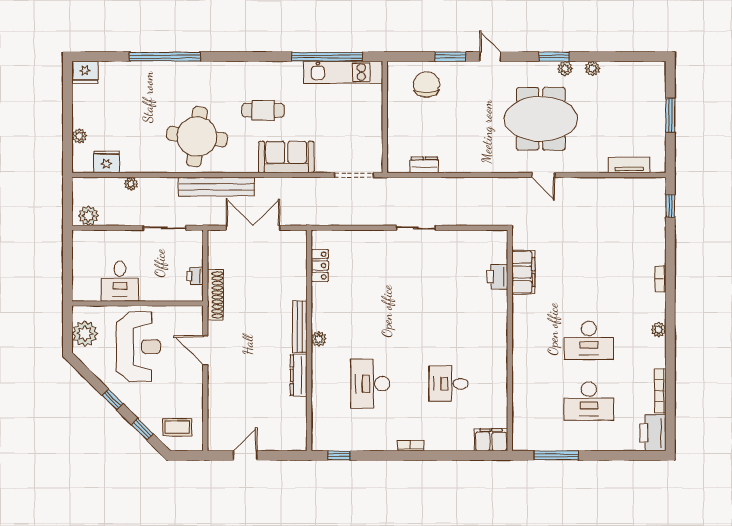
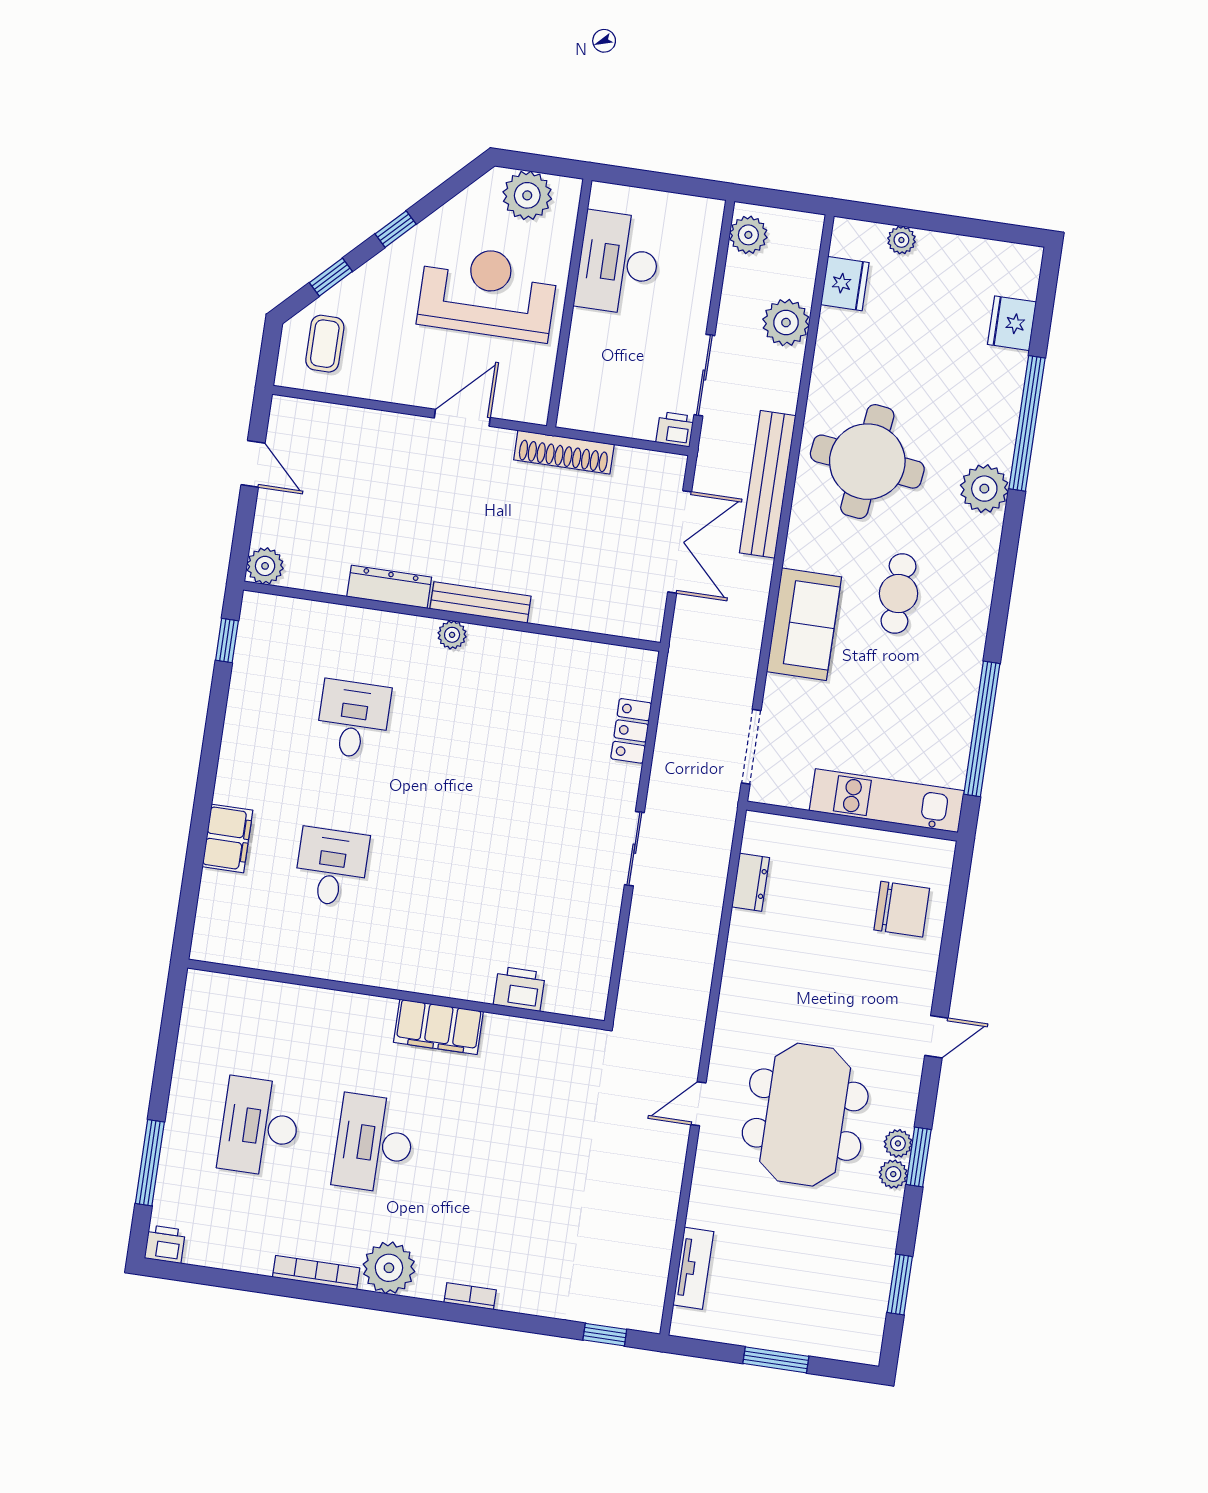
window: (450, 57) -> (900, 1284), moved
plant: (593, 68) -> (898, 1143), moved
fridge: (85, 72) -> (1012, 323), moved
kitchen unit: (343, 72) -> (887, 801), moved, turned 90
plant: (202, 74) -> (984, 489), added
plant: (131, 184) -> (786, 323), width x1.88, depth x1.88
locker: (320, 266) -> (631, 731), moved, turned 90
filing cabinet: (523, 272) -> (438, 1027), moved
printer: (195, 276) -> (675, 429), moved
desk: (120, 281) -> (618, 263), width x1.37
plant: (659, 330) -> (389, 1268), width x1.87, depth x1.87
reception desk: (138, 347) -> (488, 292), turned 180
desk: (370, 384) -> (353, 719), width x0.73
bookcase: (660, 391) -> (316, 1272), moved
printer: (653, 433) -> (165, 1244), width x0.53, depth x0.68
filing cabinet: (491, 440) -> (227, 838), moved
plant: (297, 441) -> (265, 566), added
bookcase: (411, 446) -> (225, 778), removed
window: (556, 455) -> (150, 1163), moved

